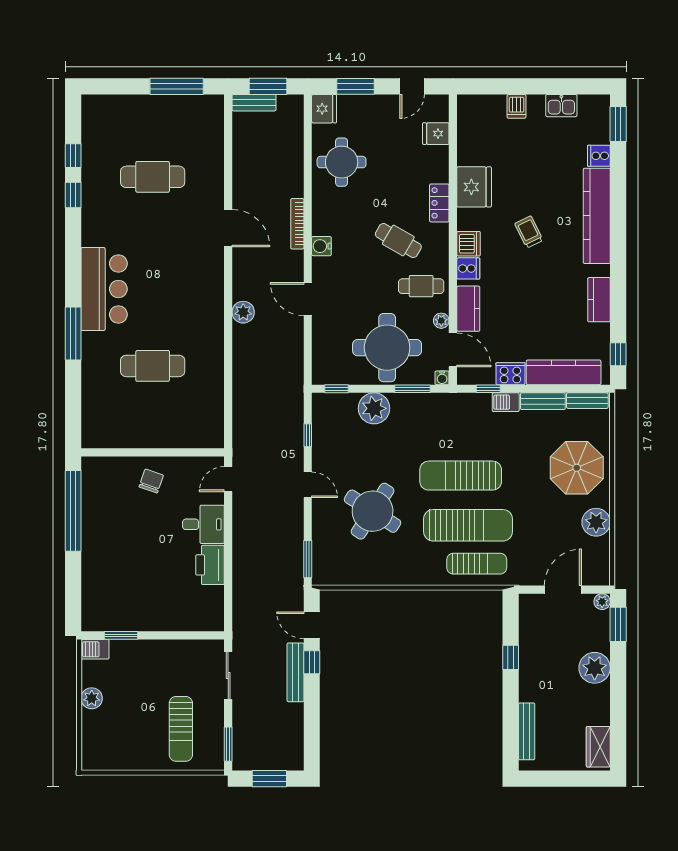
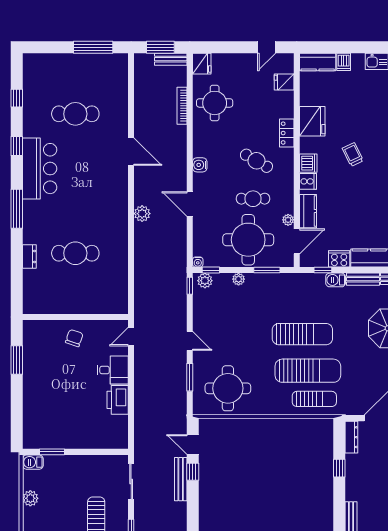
window: (356, 86) -> (225, 47), removed
bench: (254, 103) -> (171, 59), moved
kitchen counter: (481, 107) -> (318, 62), added
window: (73, 195) -> (17, 146), moved
bookcase: (297, 224) -> (182, 106), moved
cafe table: (421, 286) -> (253, 199), moved
bar counter: (104, 289) -> (40, 169), moved
window: (73, 334) -> (17, 209), moved
door: (453, 350) -> (297, 241), hinge flipped
dresser: (90, 370) -> (29, 256), added
water cooler: (442, 378) -> (198, 262), moved
plant: (328, 403) -> (205, 281), added
plant: (374, 408) -> (239, 279), width x0.53, depth x0.53
window: (308, 435) -> (190, 286), moved
sun lounger: (461, 476) -> (302, 334), turned 180
window: (73, 511) -> (17, 360), width x0.47
round table: (373, 511) -> (228, 388), moved, turned -33
window: (308, 559) -> (190, 377), moved
dresser: (527, 615) -> (351, 437), added

